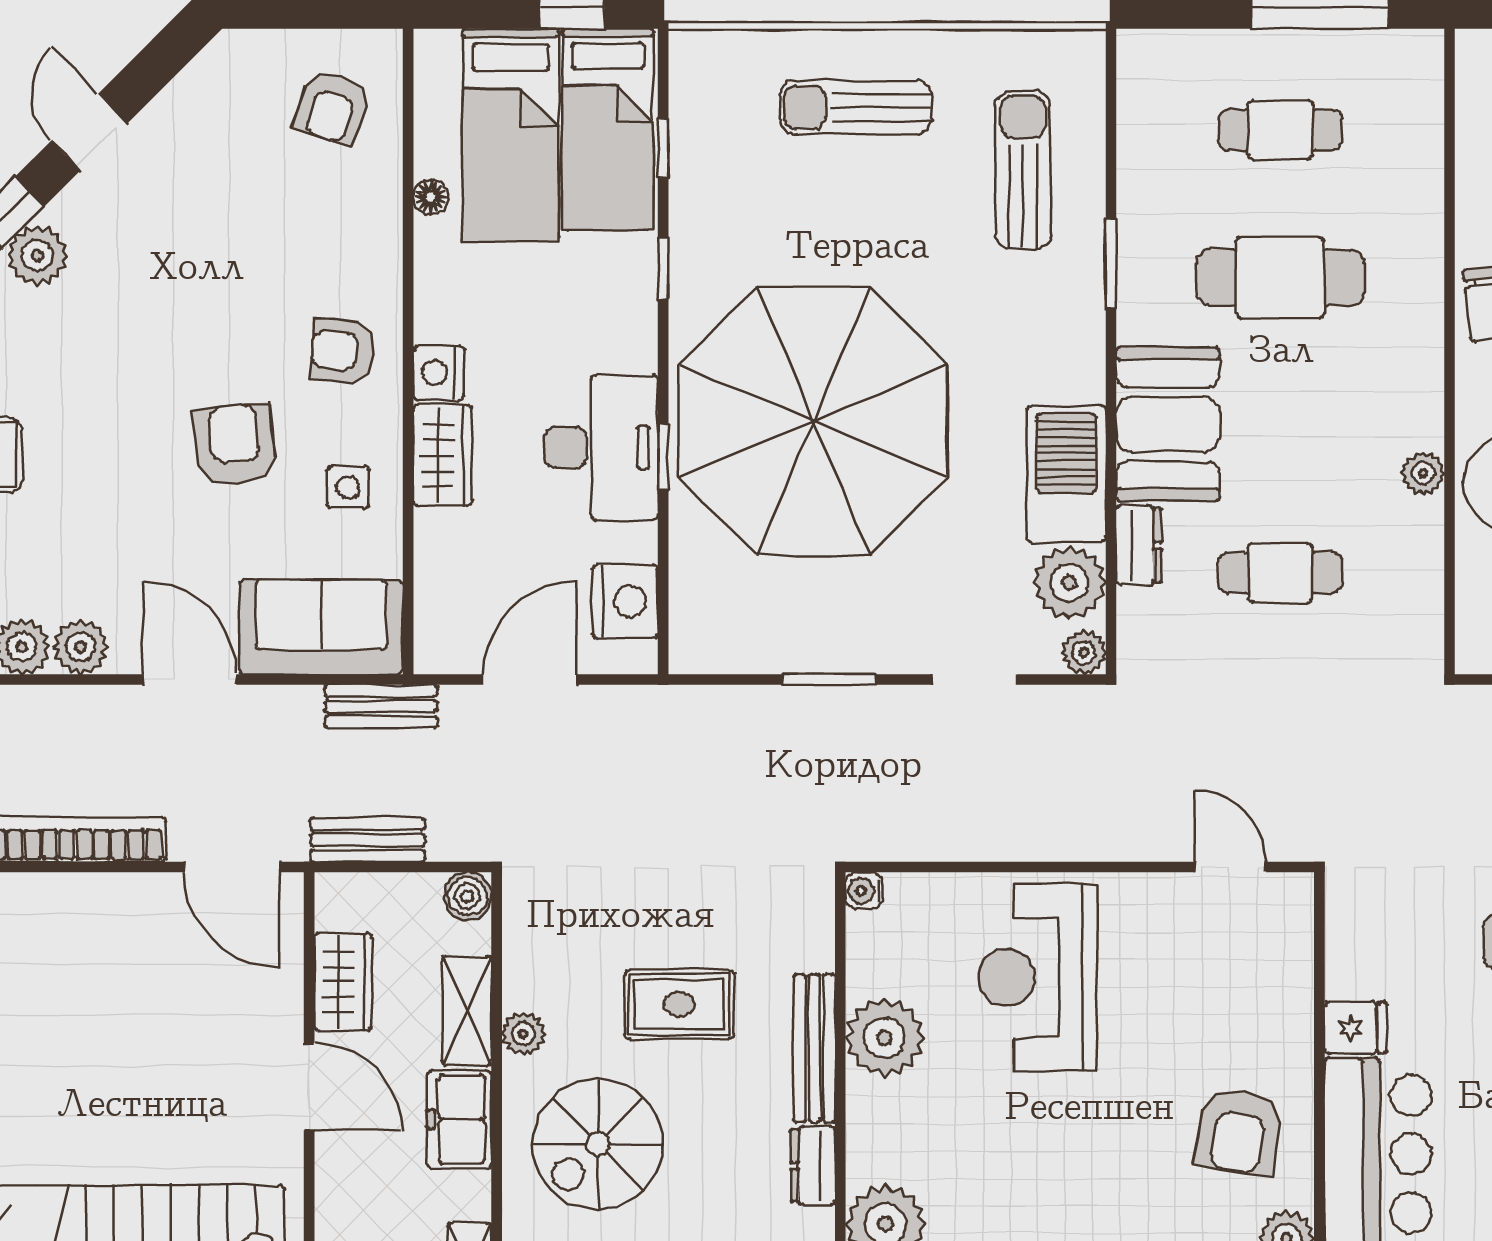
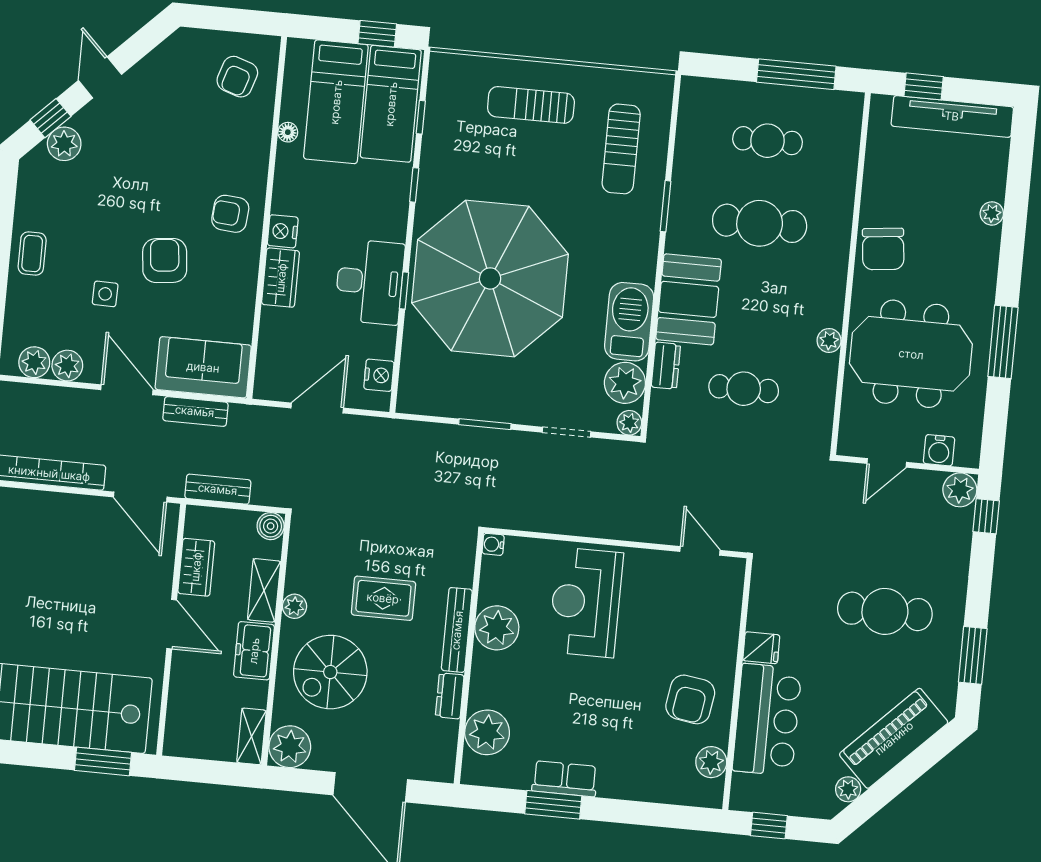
sun lounger: (1023, 170) -> (621, 149), turned 180
side table: (348, 487) -> (105, 294), moved
nightstand: (625, 601) -> (379, 375), width x0.74, depth x0.75
bench: (381, 706) -> (195, 411), moved

